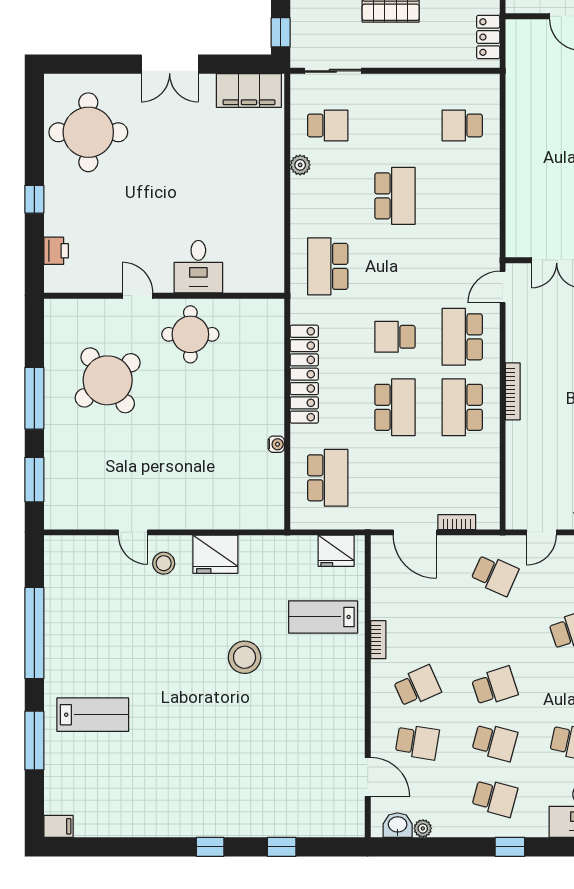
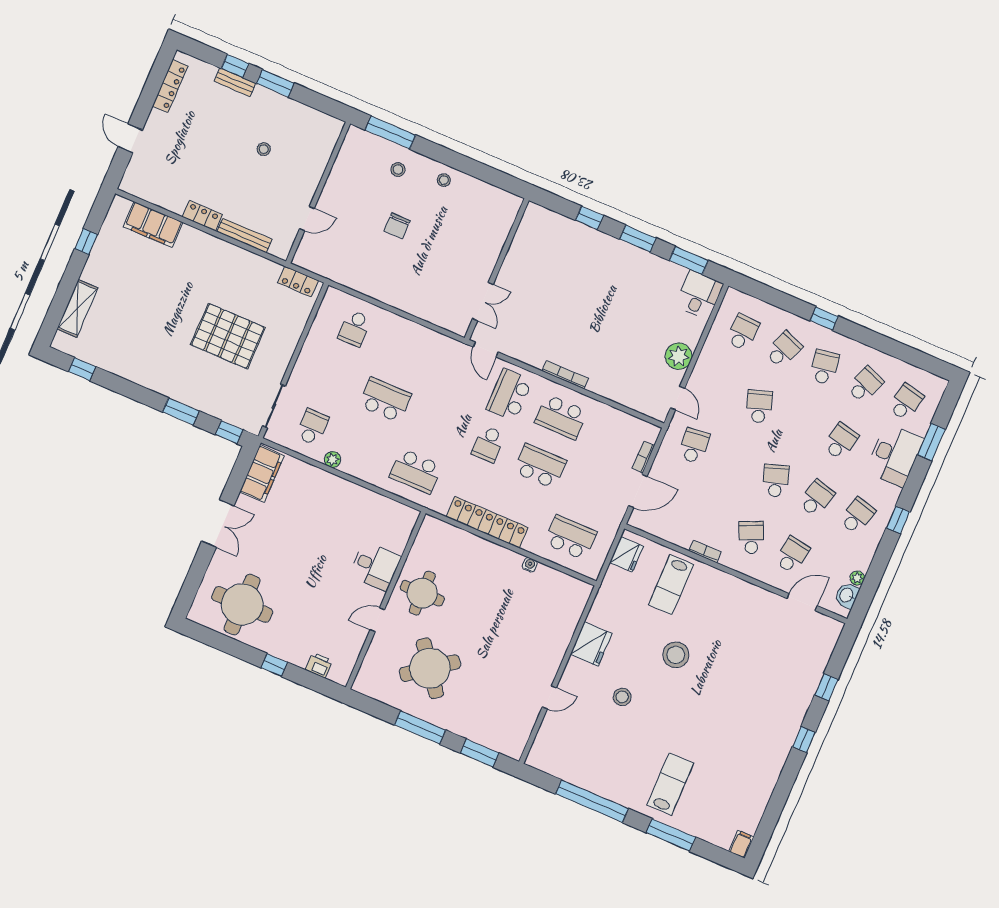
school desk: (462, 337) -> (509, 395), turned 90
stool: (164, 563) -> (622, 697), moved
school desk: (495, 575) -> (694, 446), turned -30

